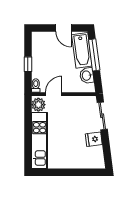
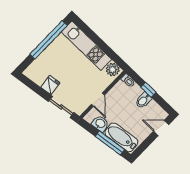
door: (63, 28) -> (161, 128), moved
bidet: (39, 60) -> (143, 100), added
door: (54, 94) -> (98, 100), moved
window: (62, 172) -> (49, 40), added

